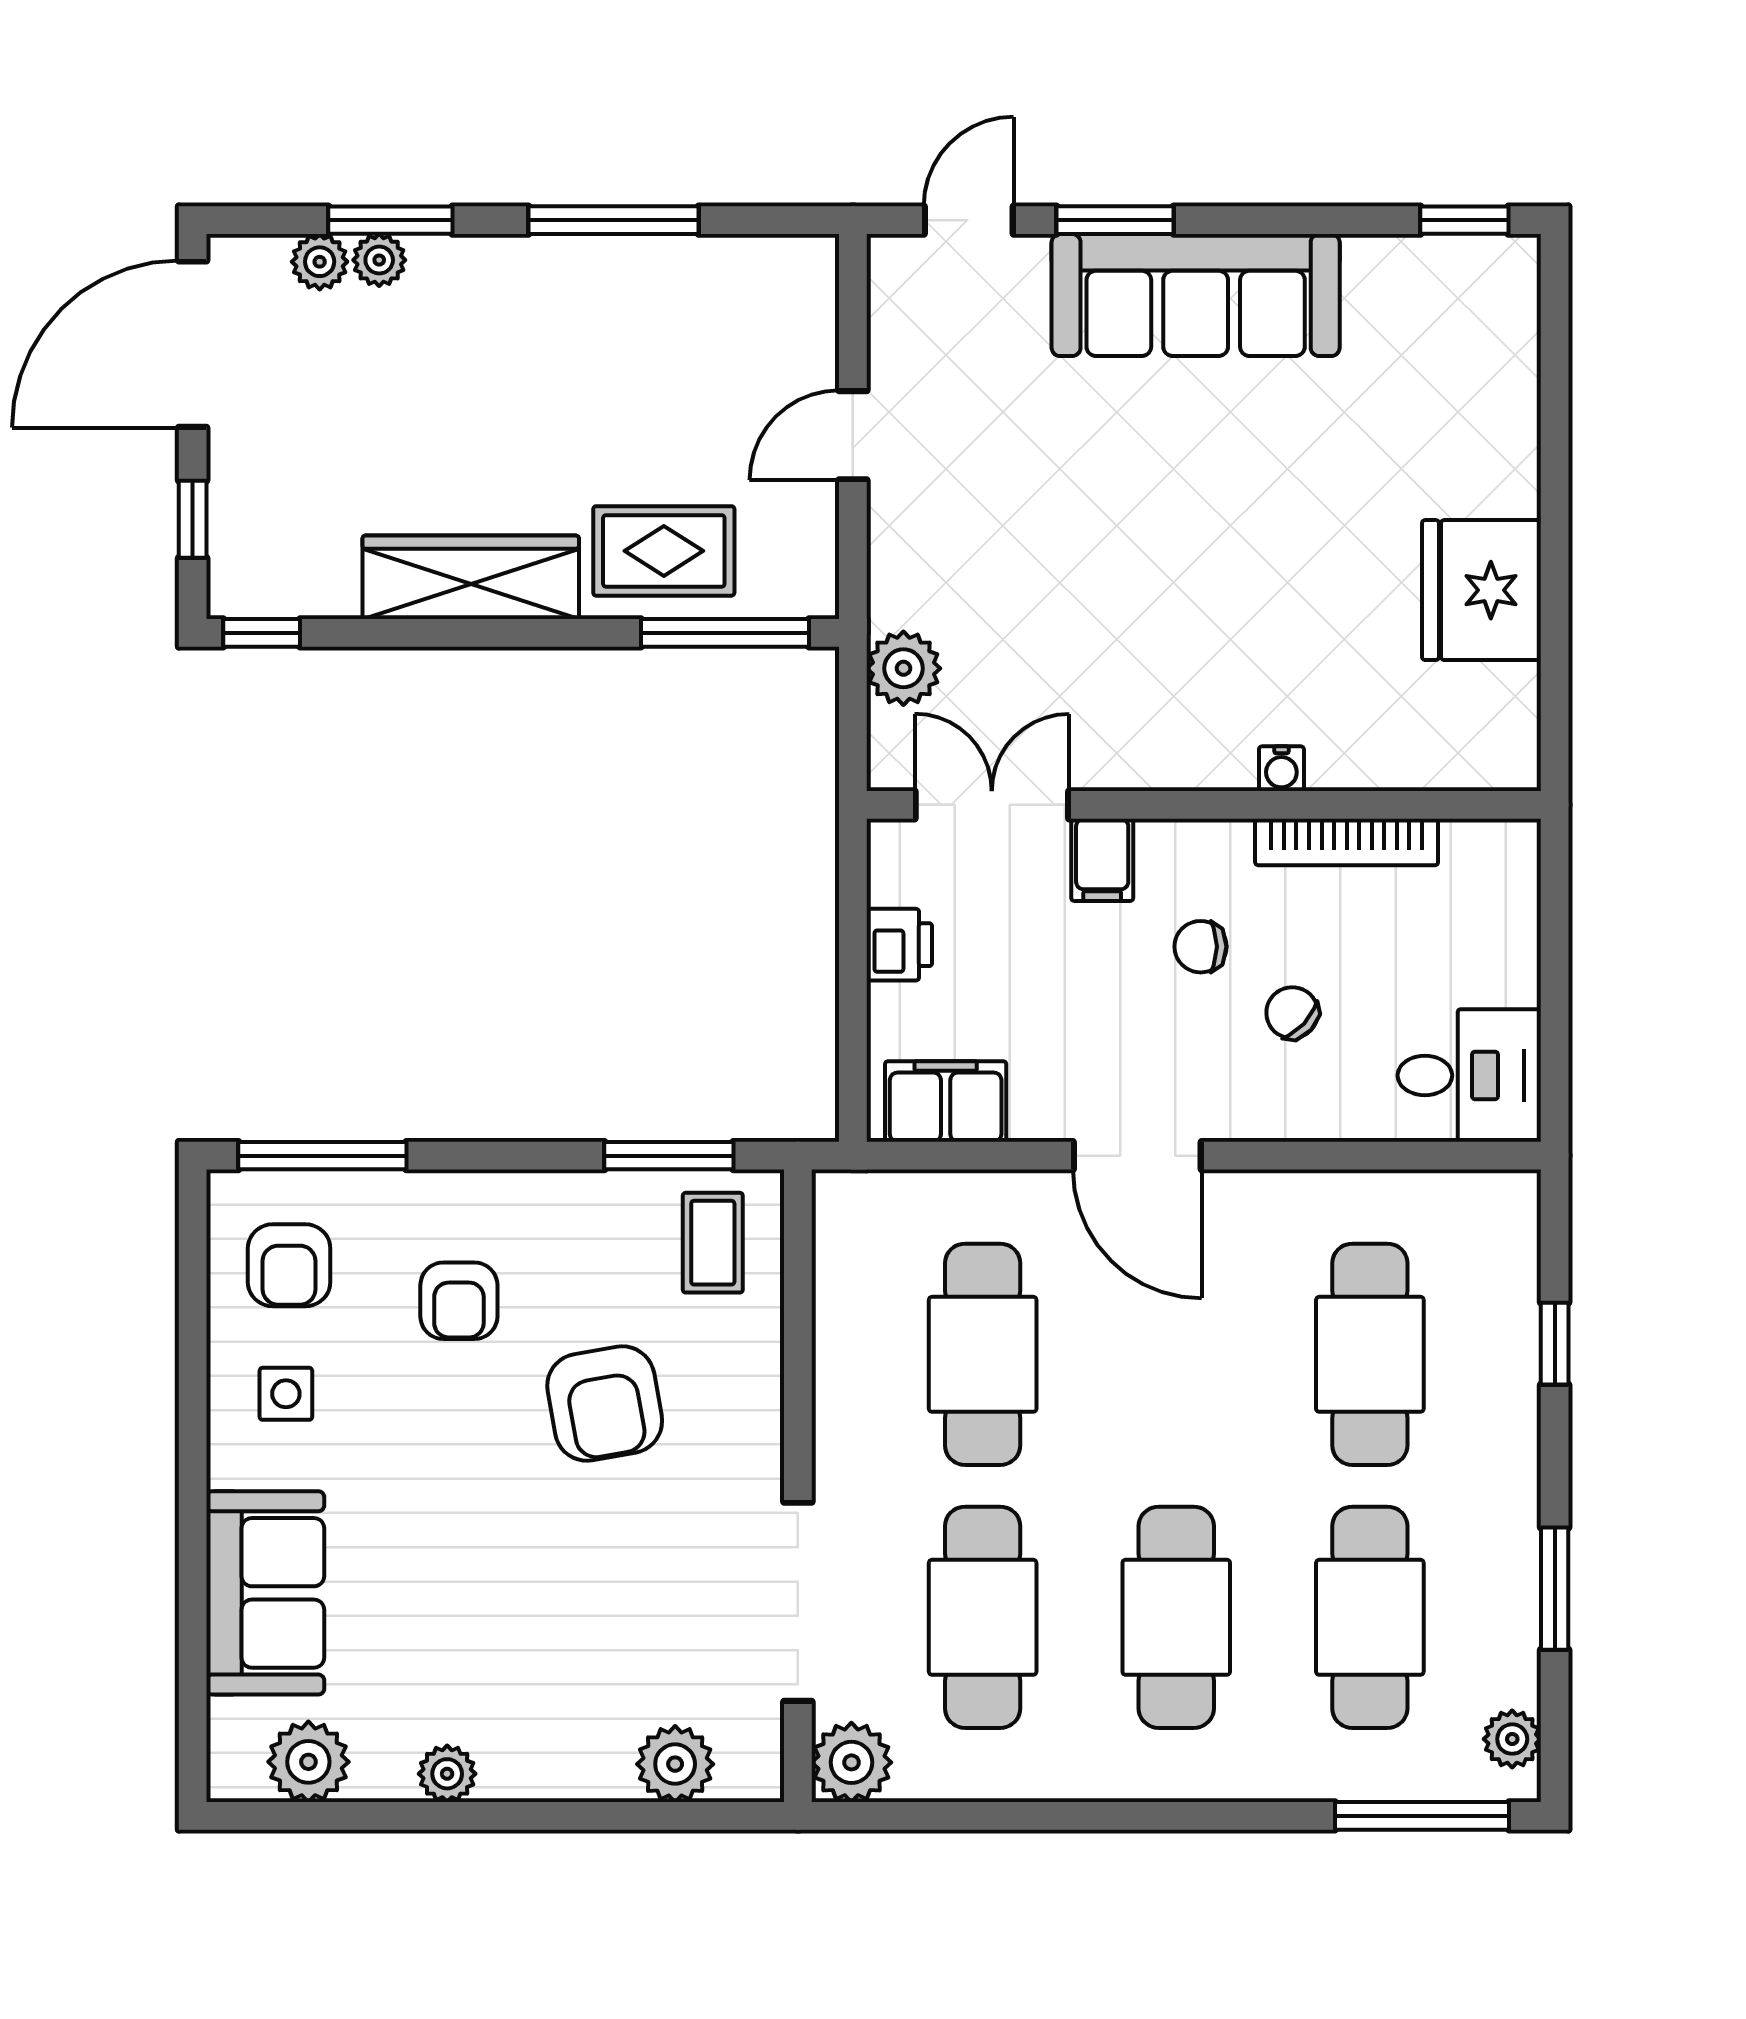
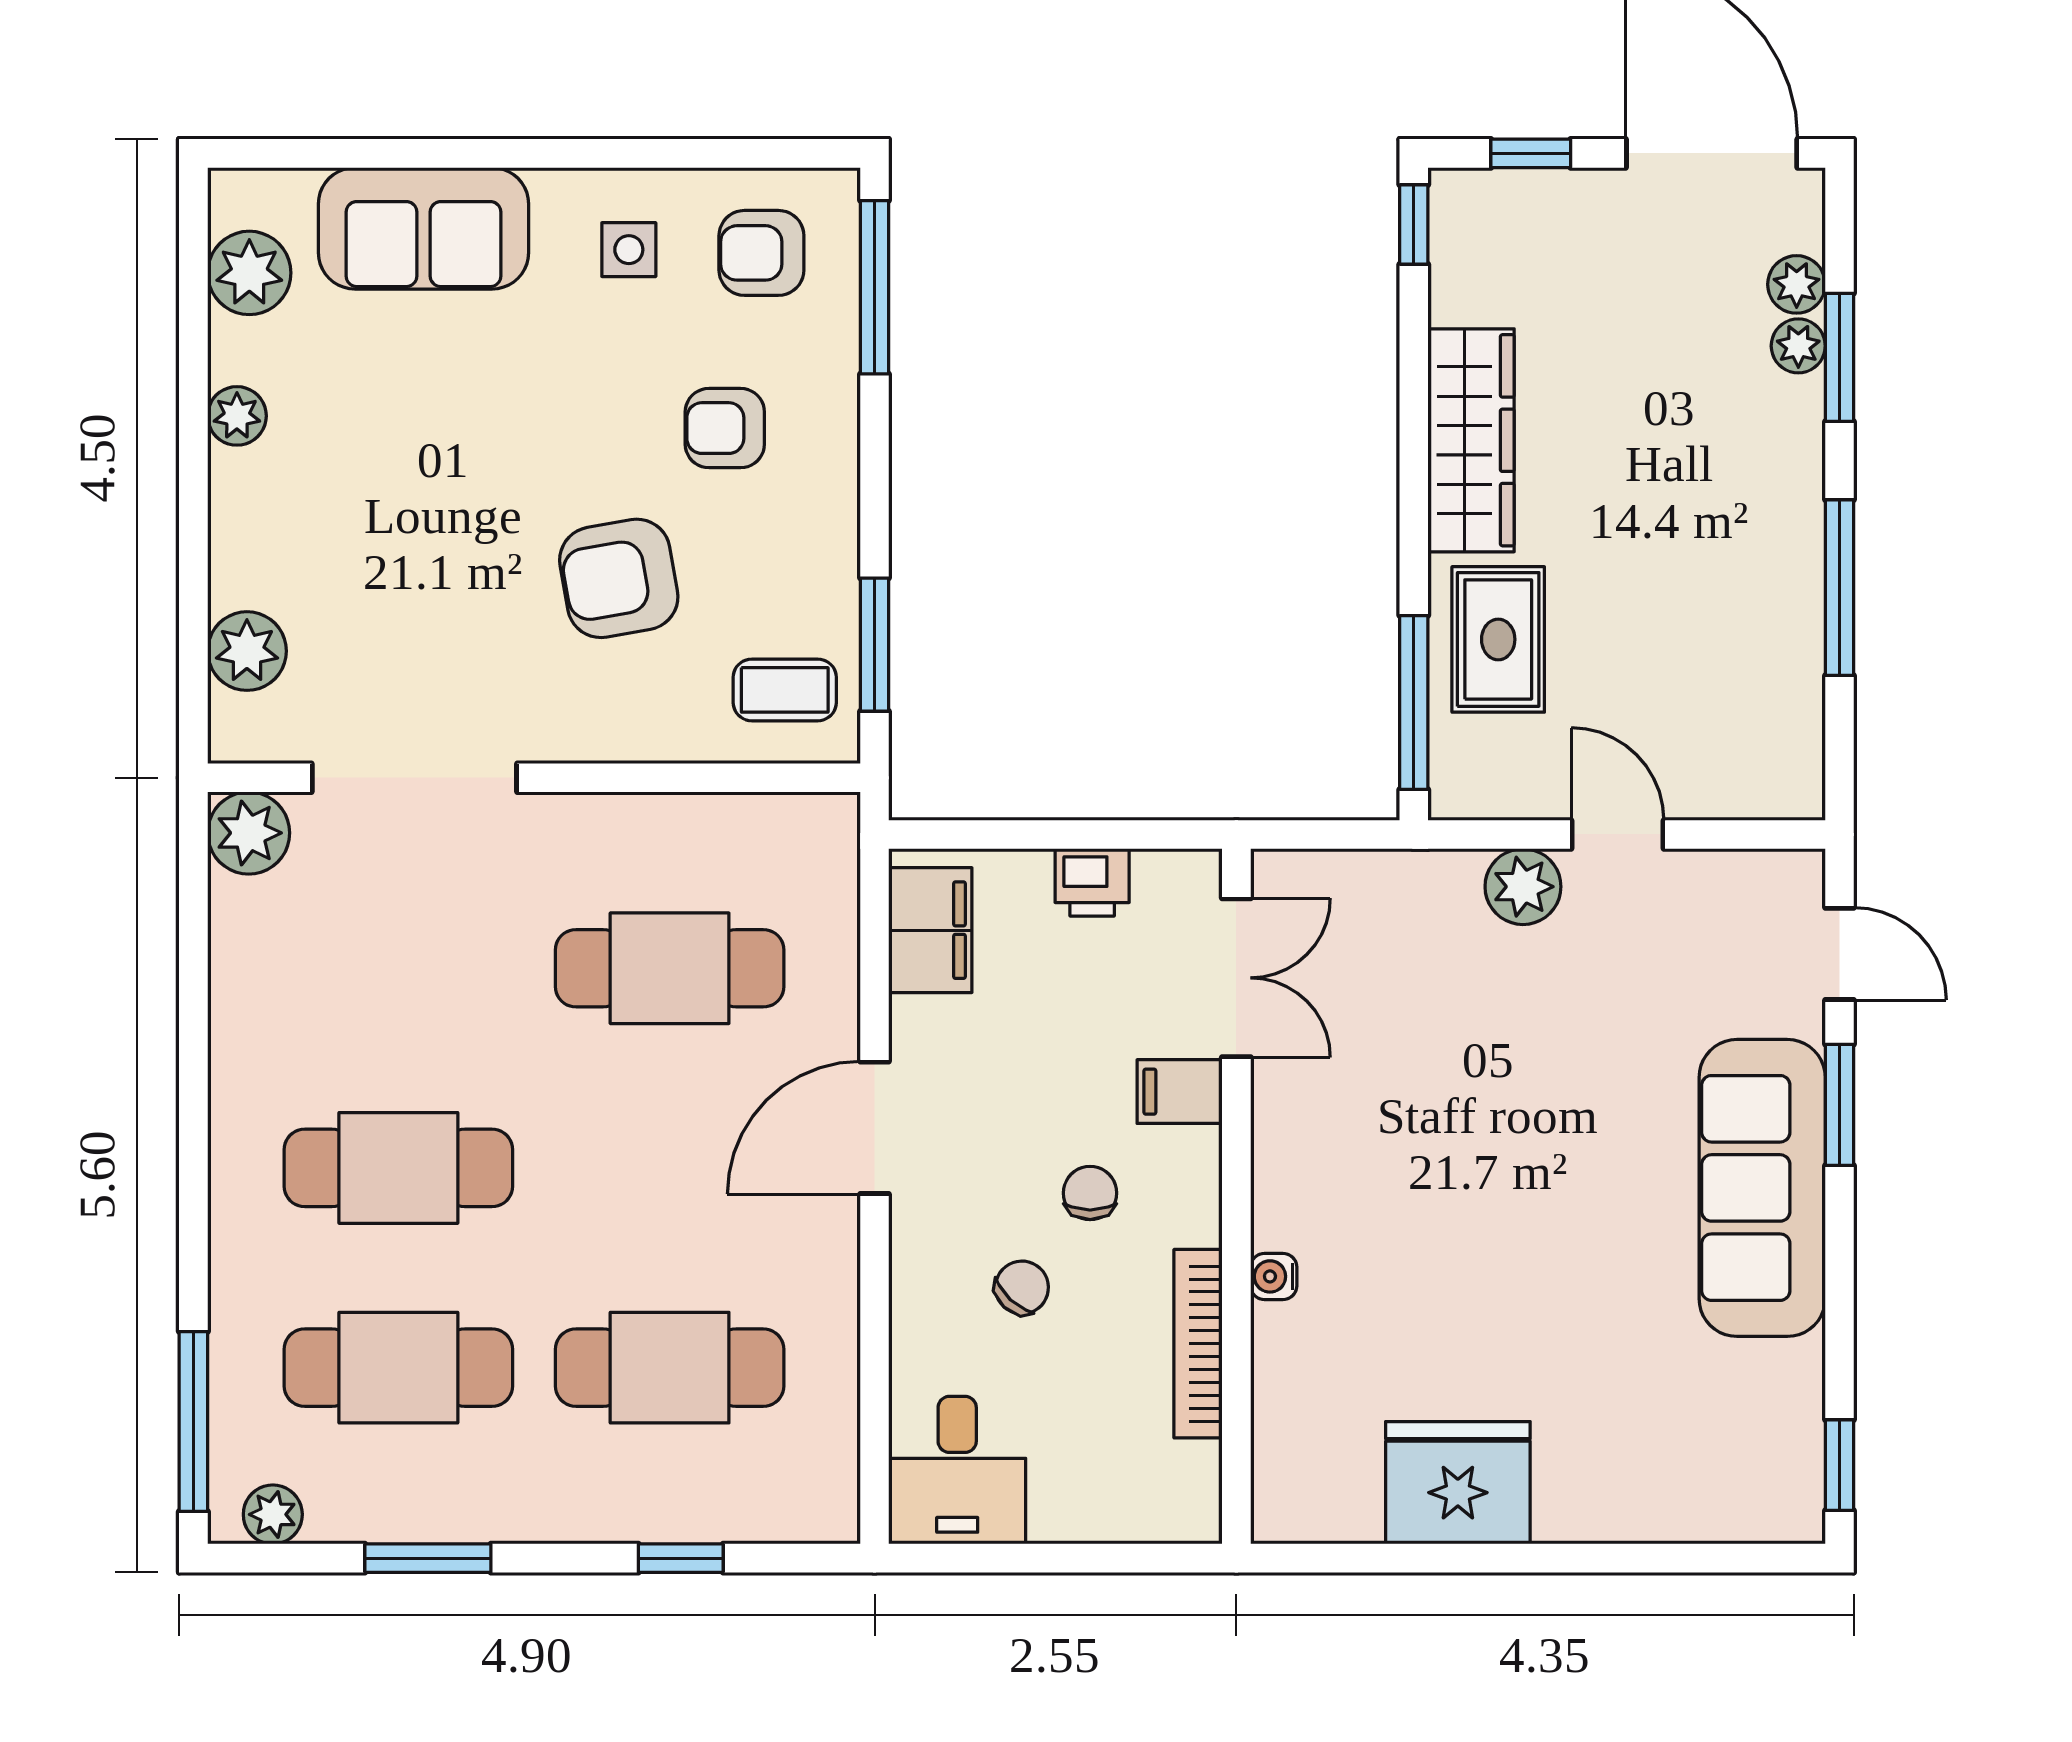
plant: (903, 668) -> (1523, 887), moved
cafe table: (983, 1617) -> (398, 968), removed

